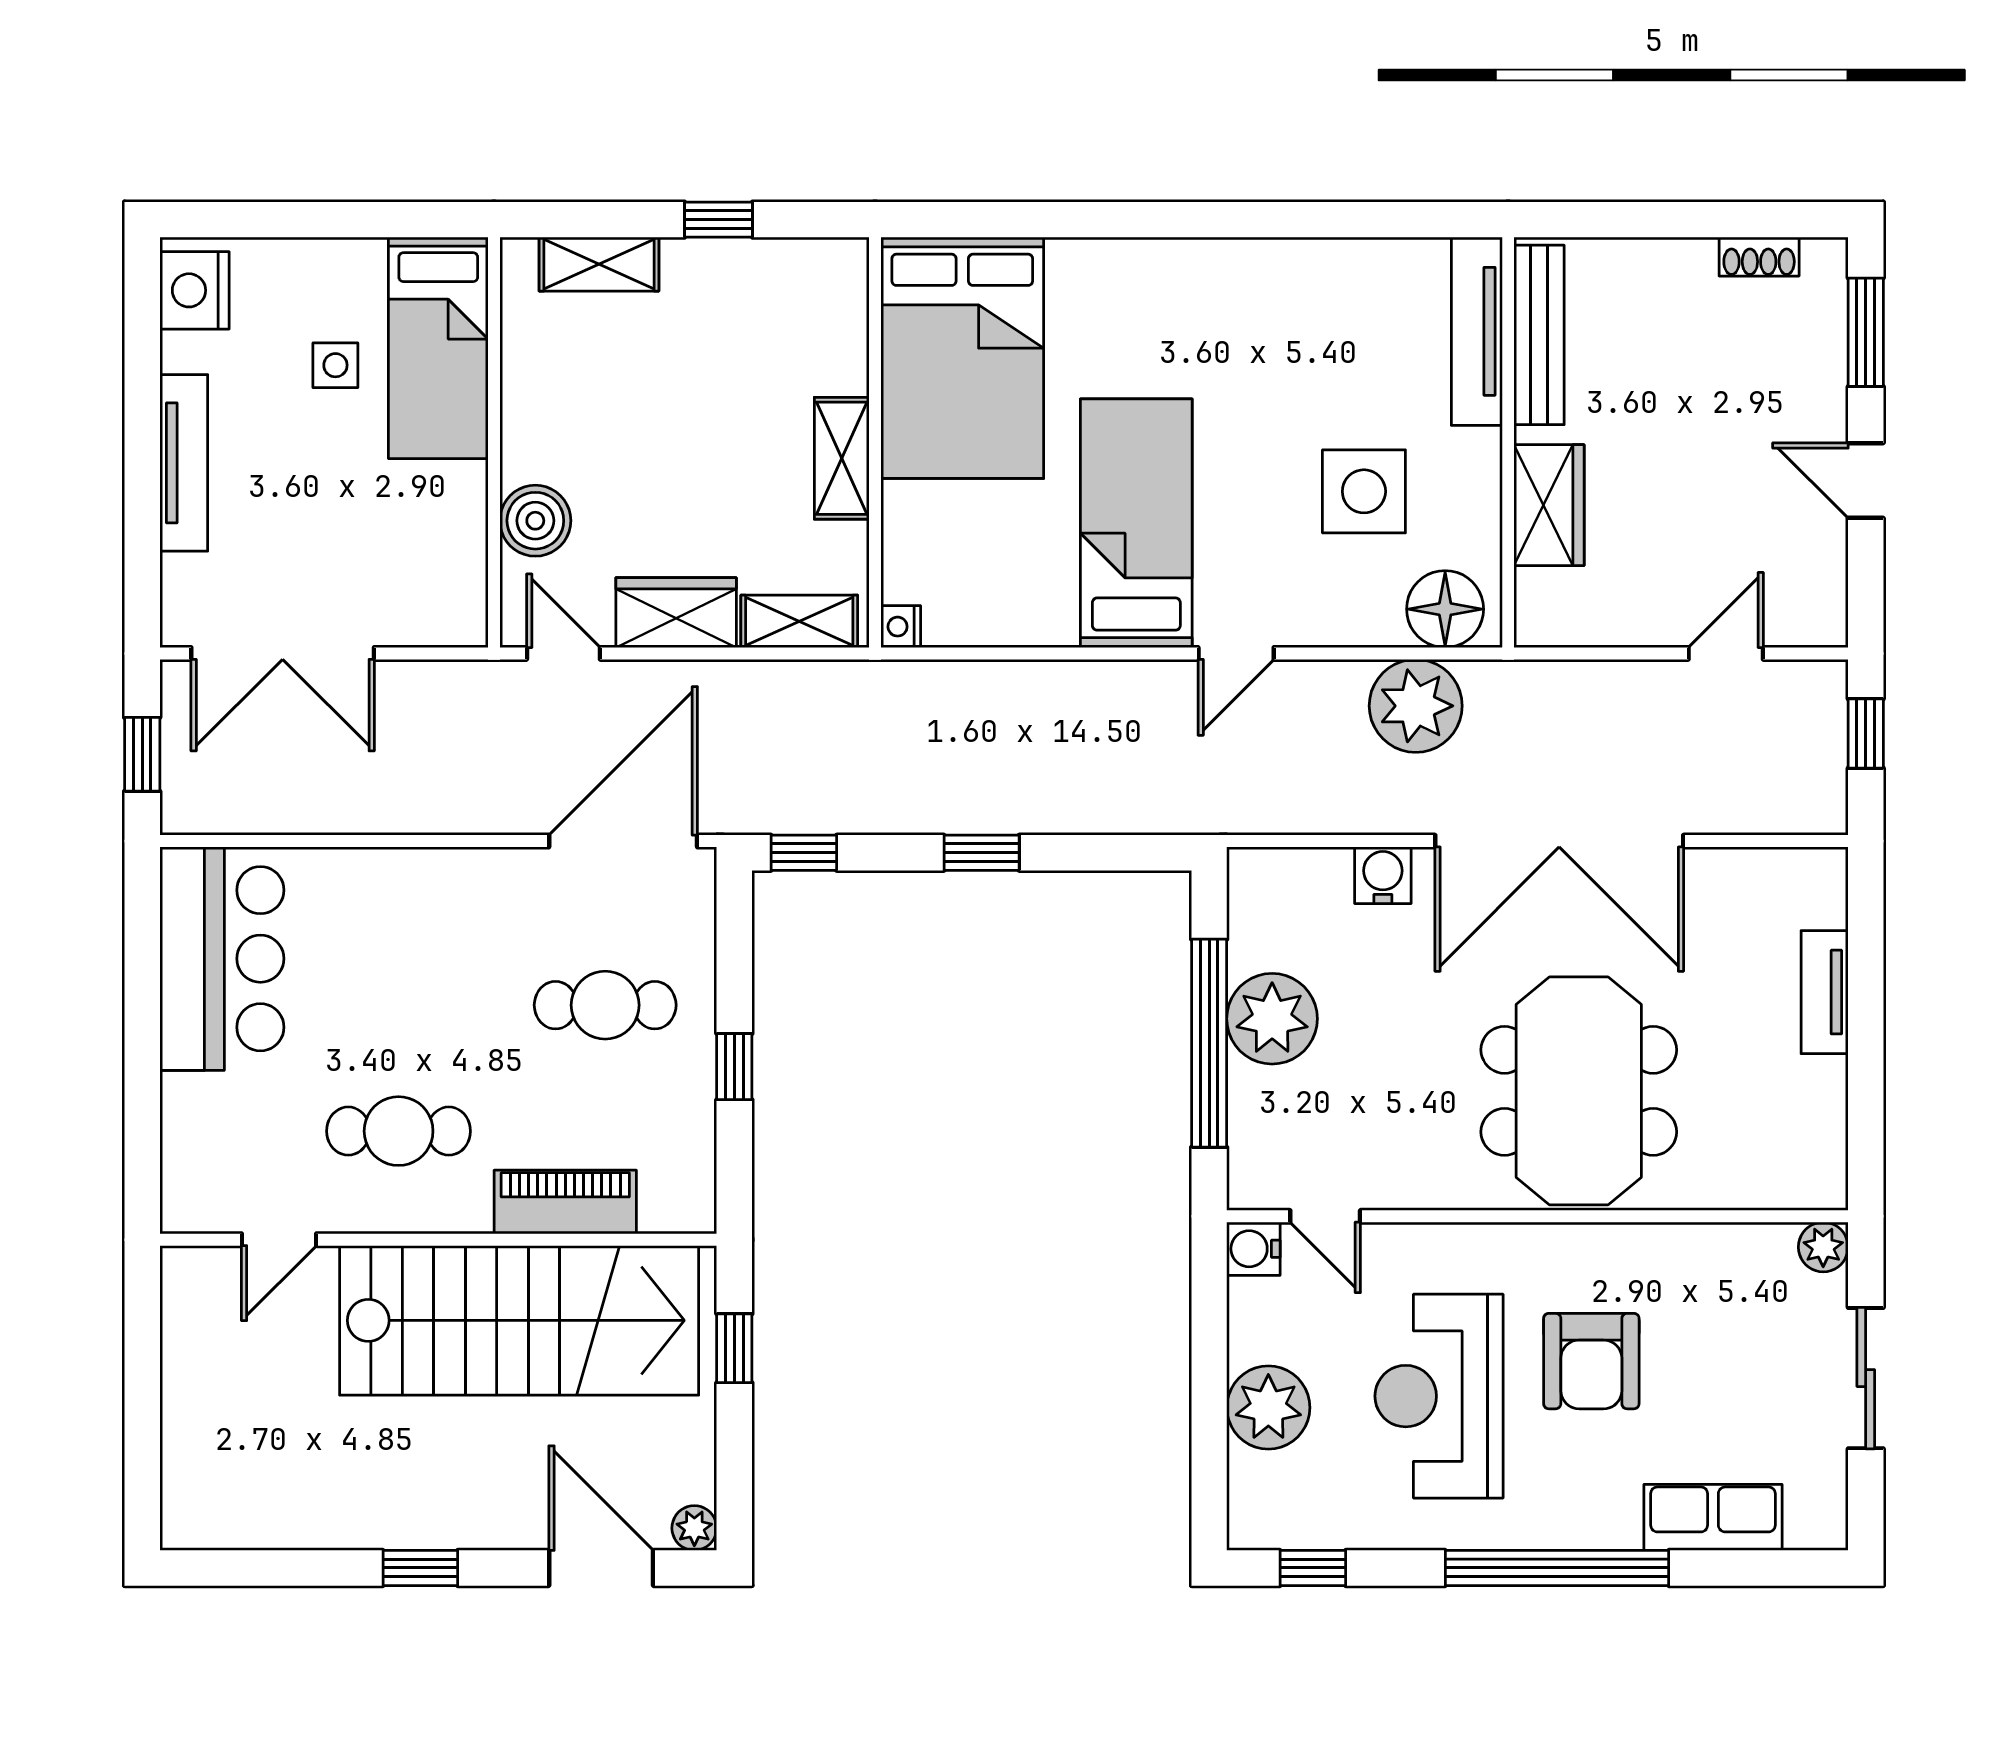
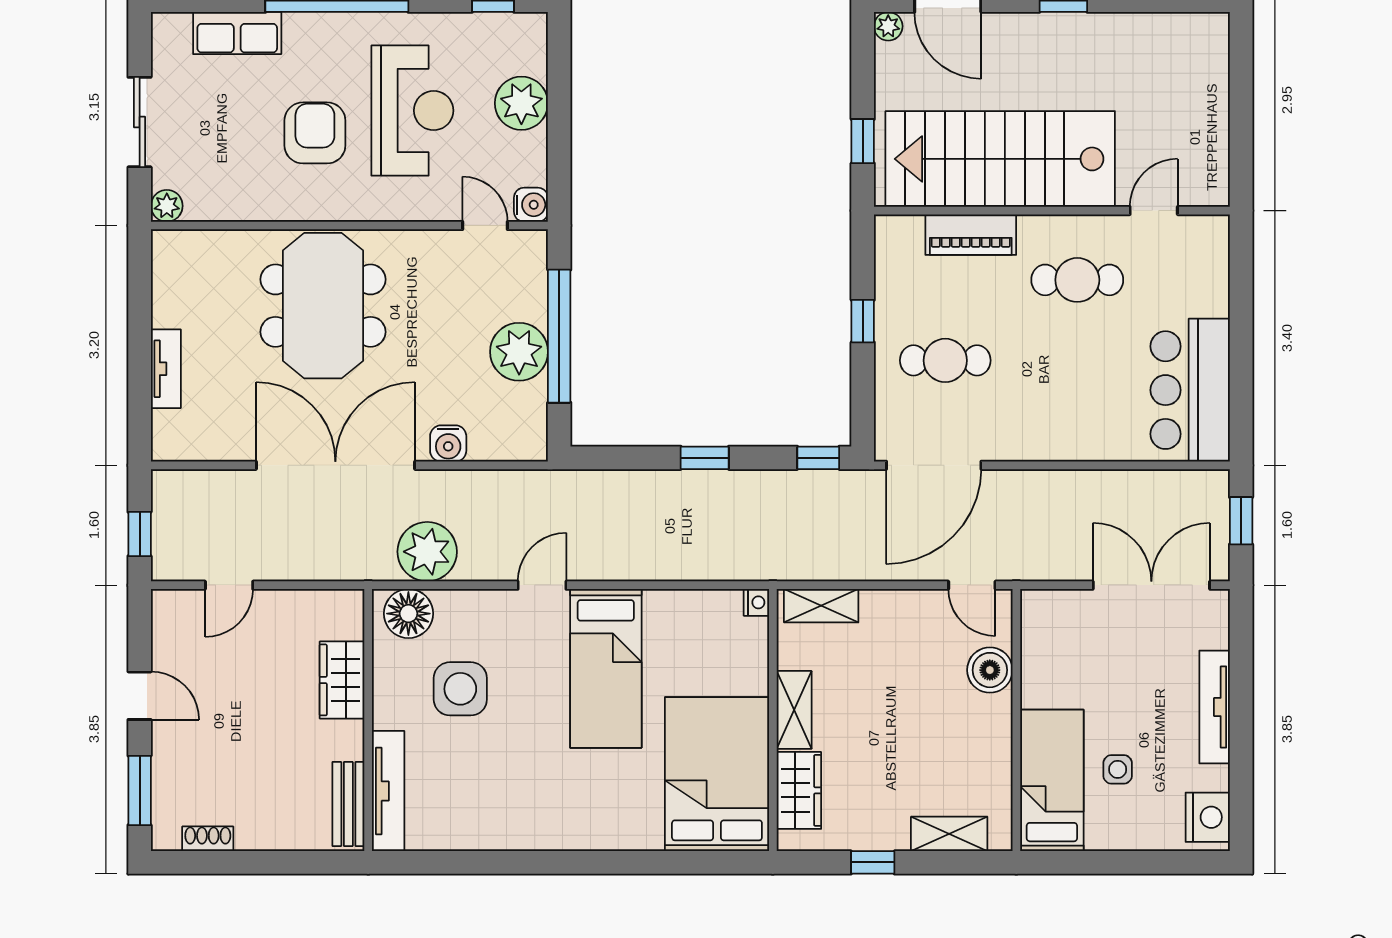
bench: (1539, 335) -> (348, 804), width x0.73
wardrobe: (676, 613) -> (799, 790), moved, turned -90

